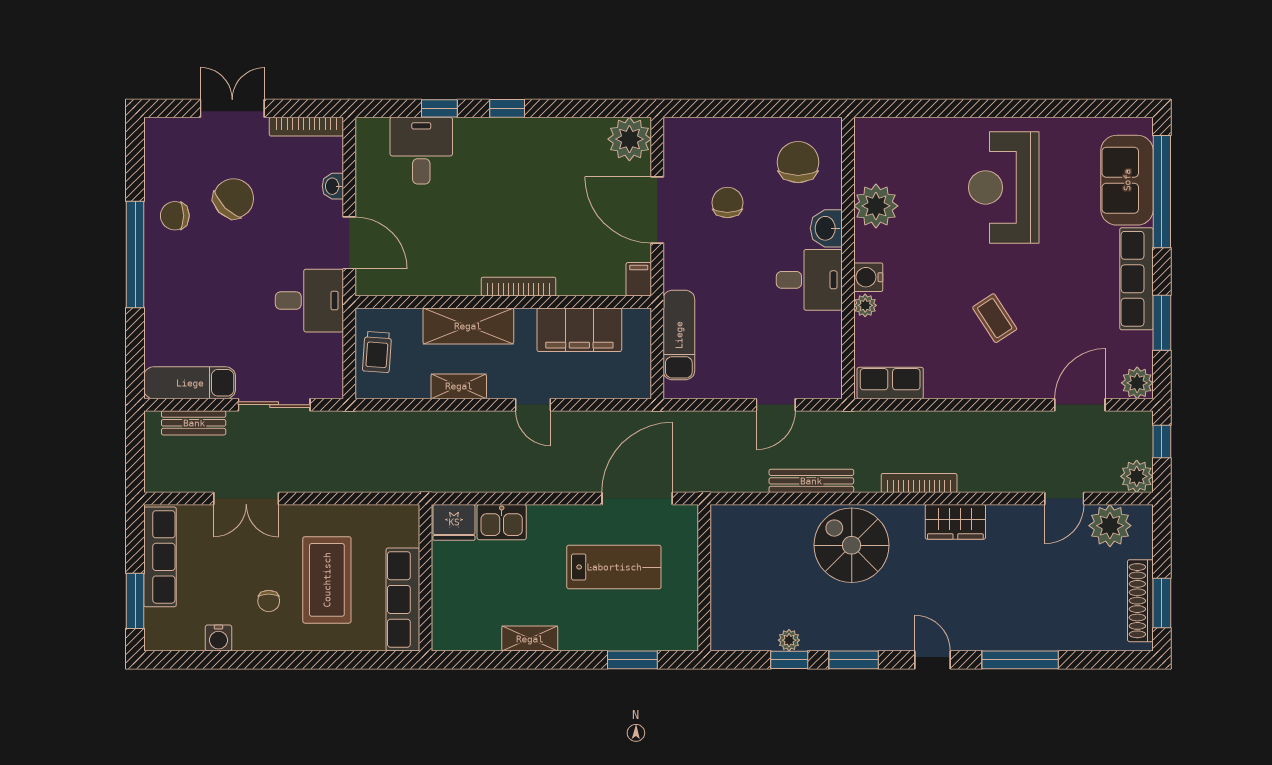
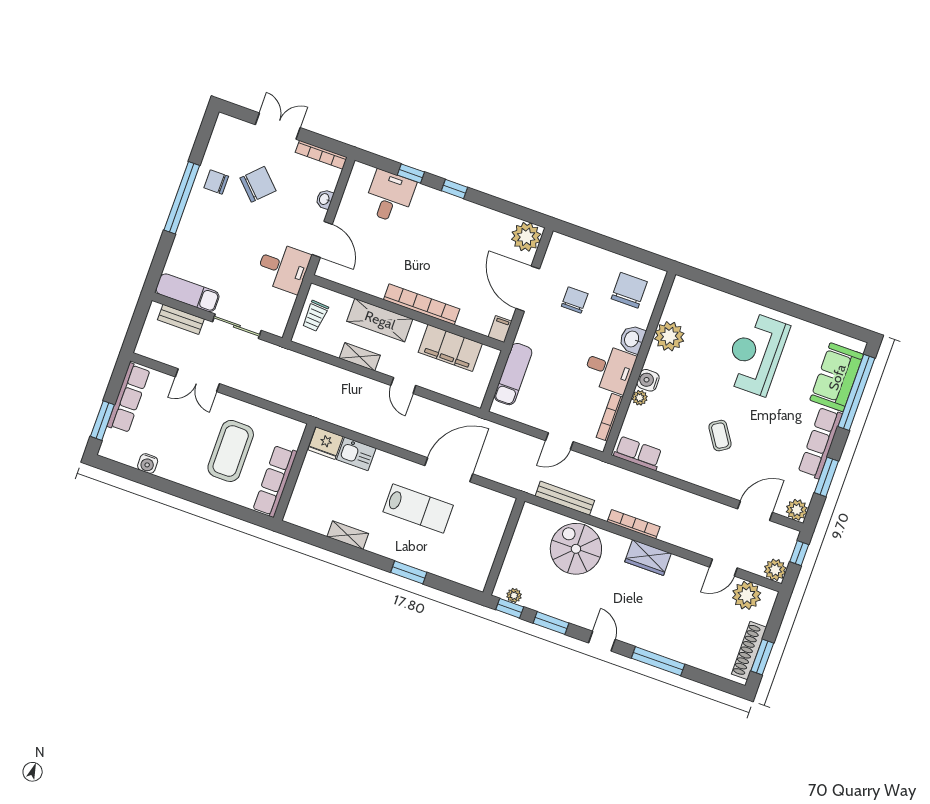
bookcase: (518, 287) -> (422, 304), width x1.48, depth x1.31
bookcase: (833, 347) -> (610, 417), added
wall: (704, 578) -> (504, 547), moved
chair: (269, 601) -> (188, 451), removed

